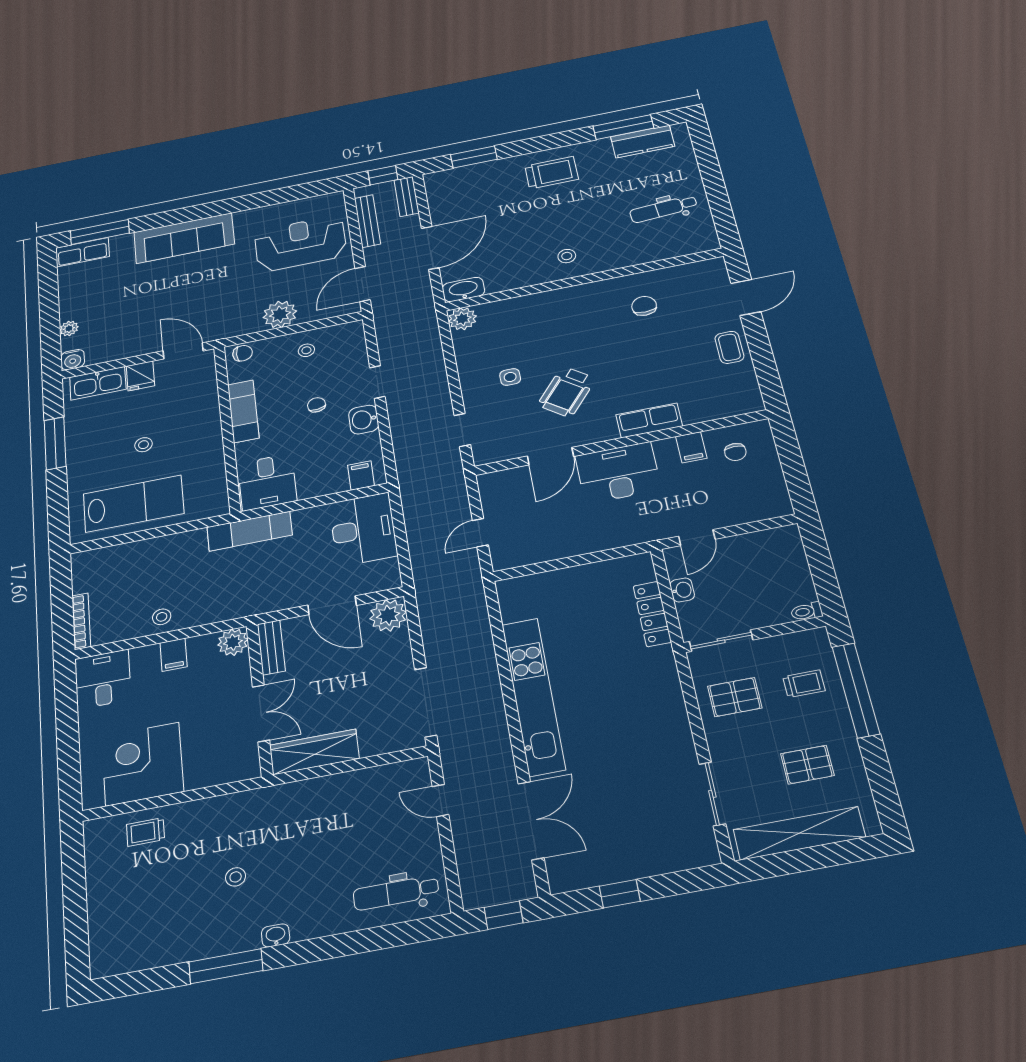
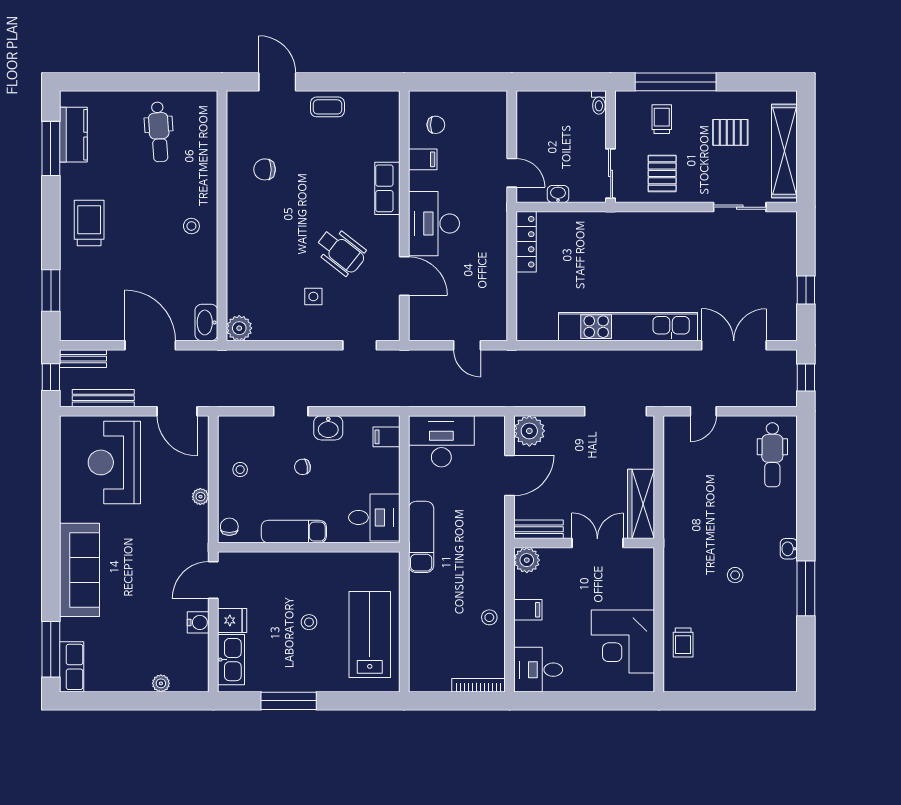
plant: (280, 314) -> (200, 497), width x0.53, depth x0.53
water cooler: (73, 360) -> (198, 622), moved
locker: (652, 614) -> (526, 242), moved, turned -90
pallet: (807, 765) -> (730, 132), turned 90

